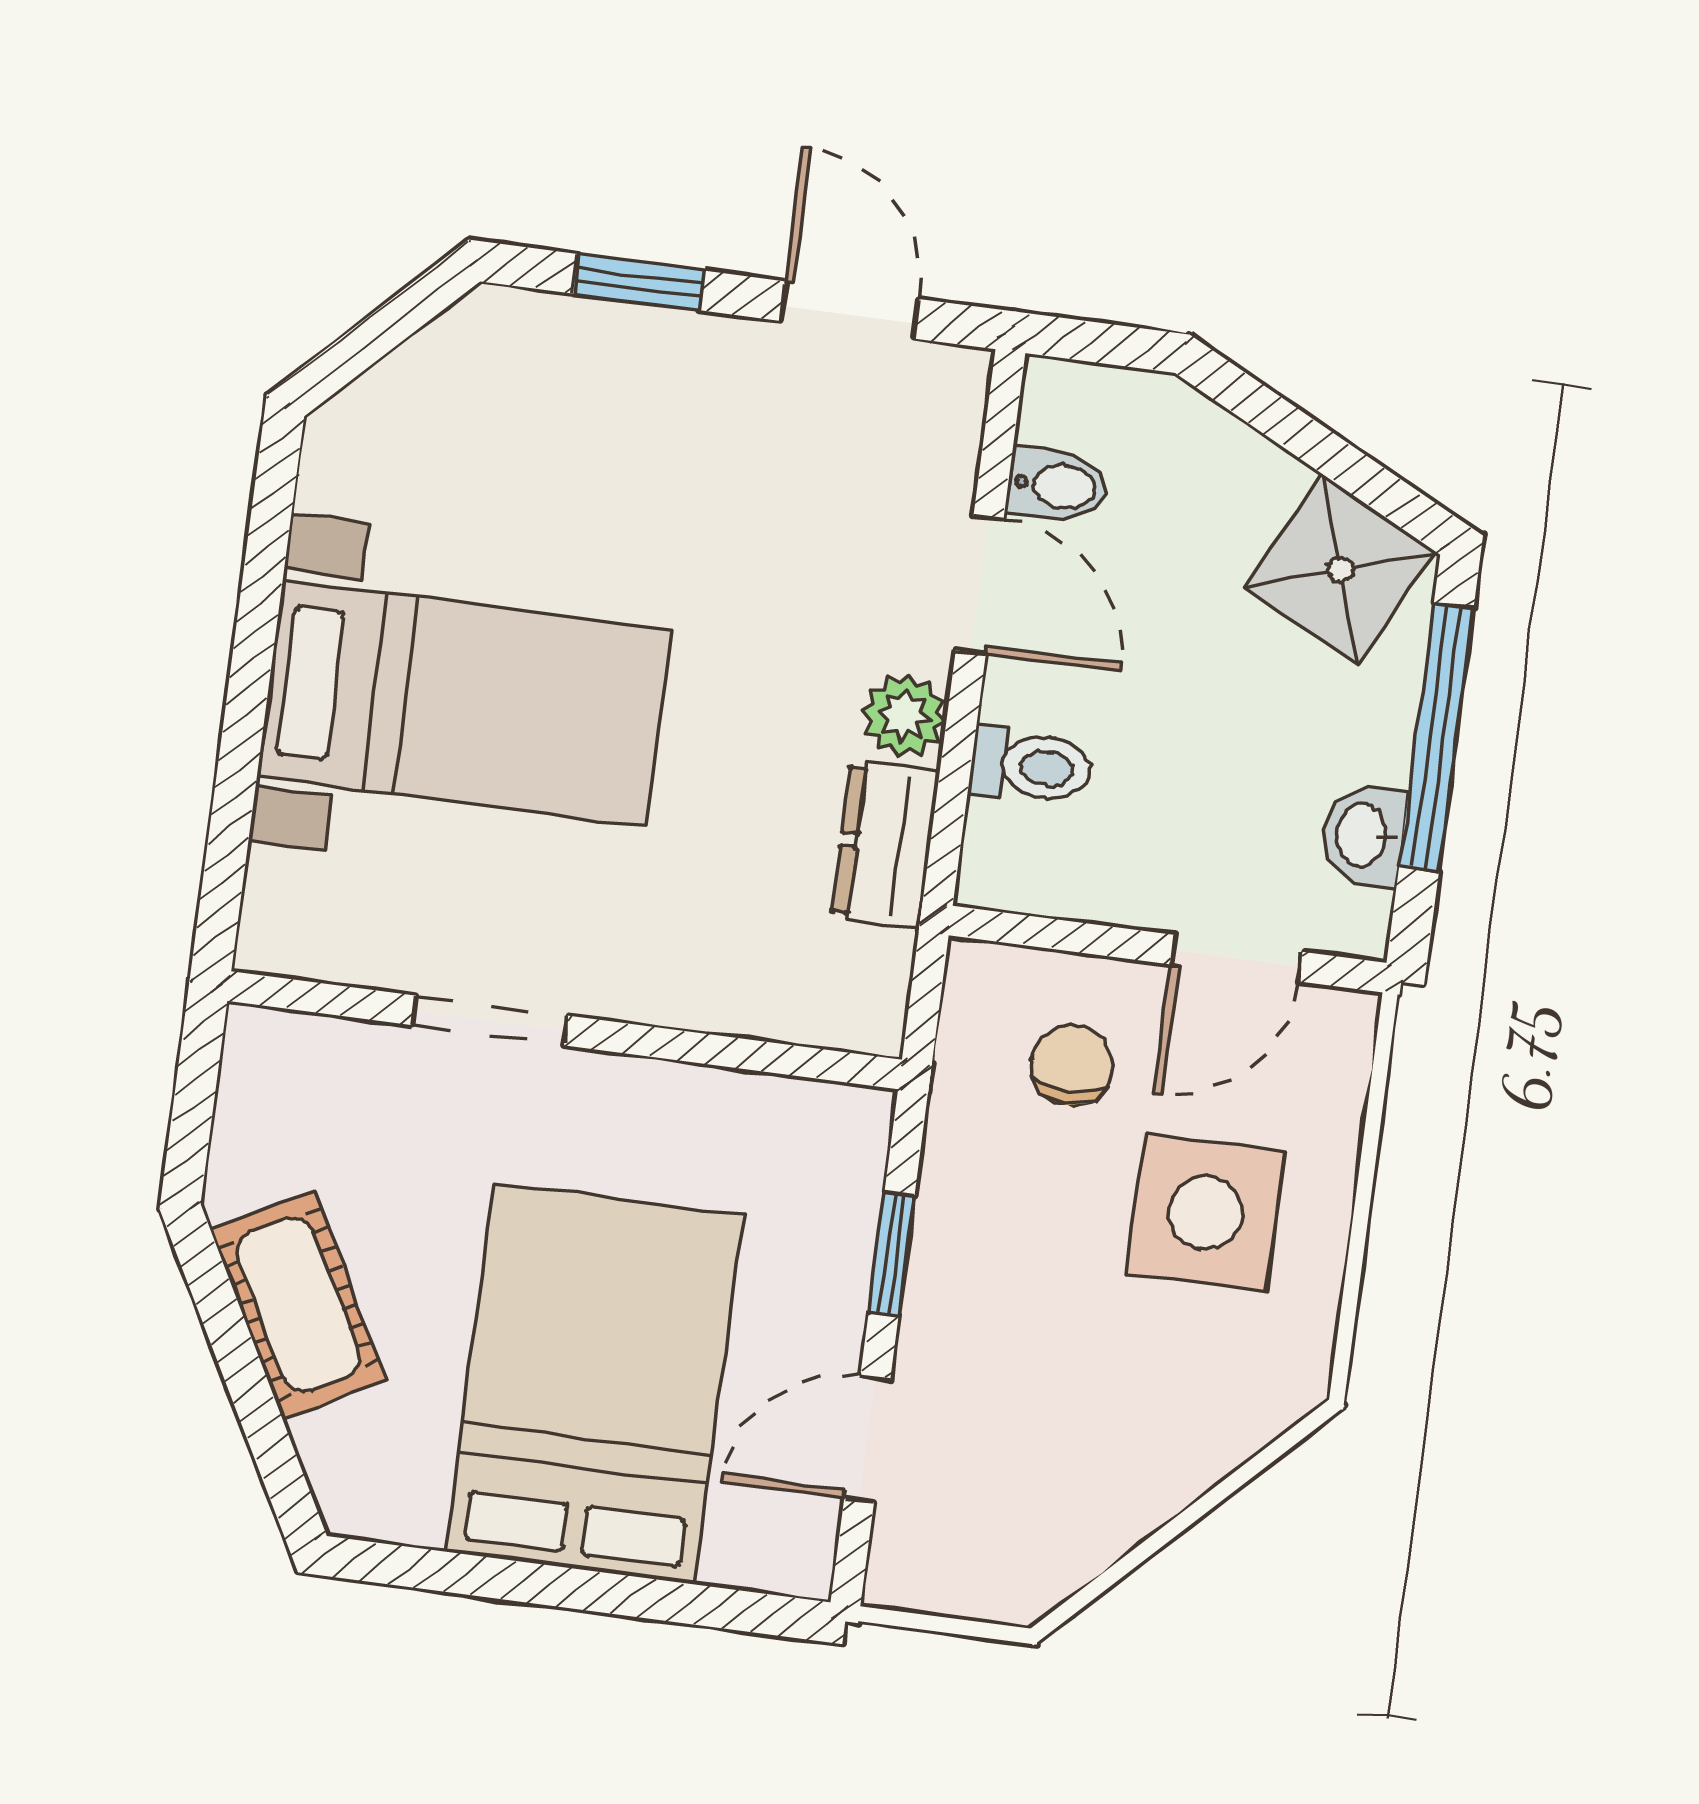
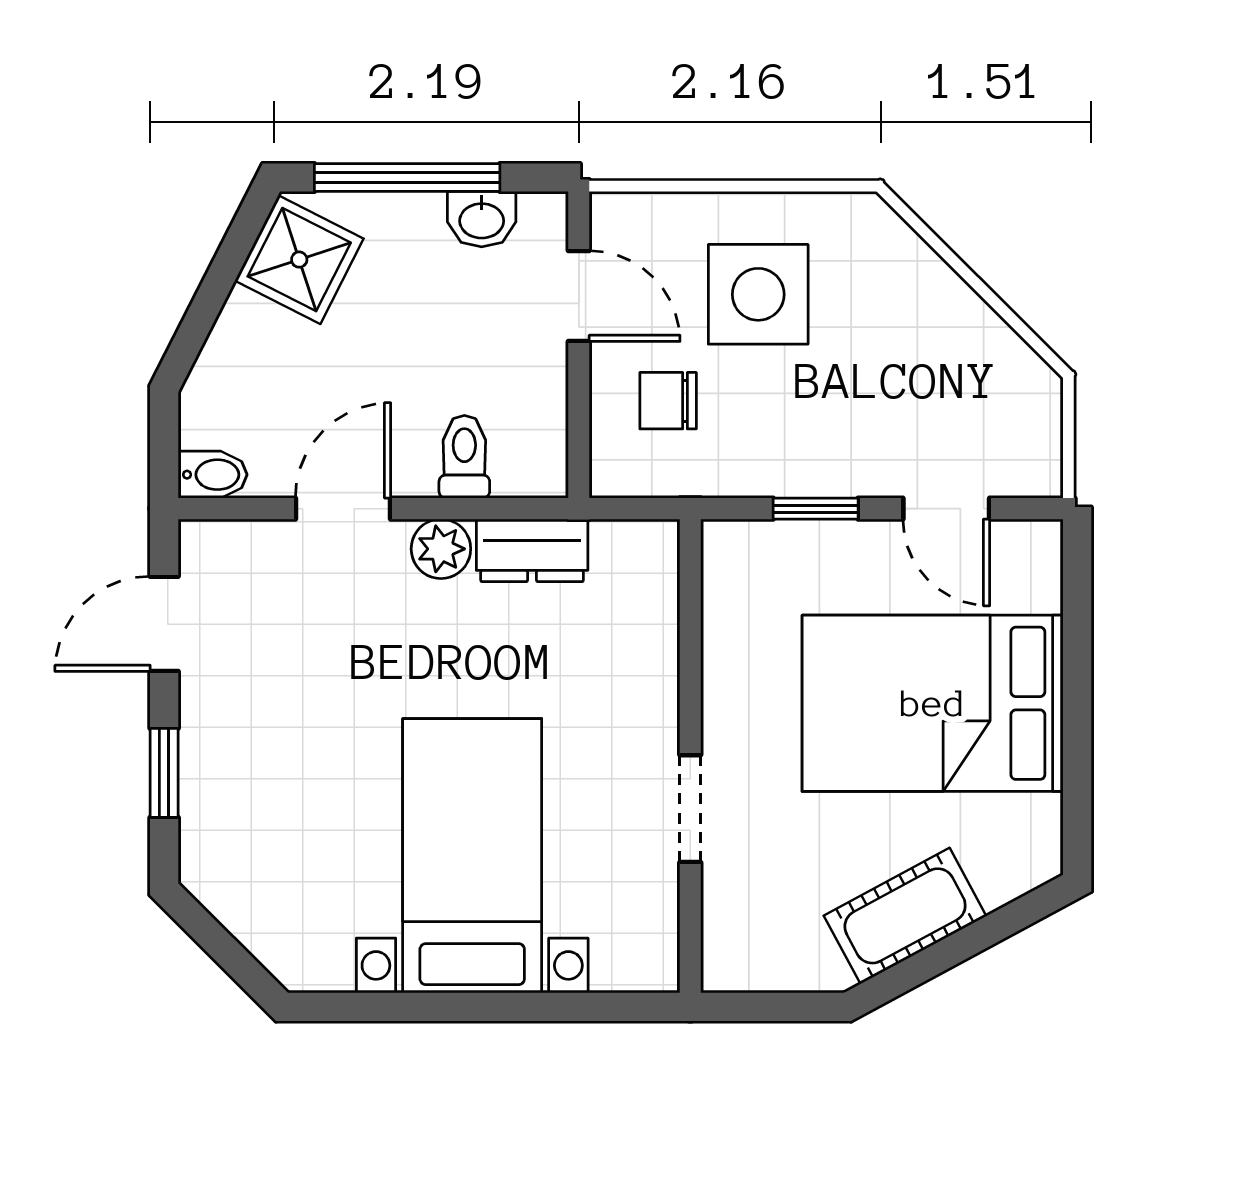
bidet: (1057, 486) -> (213, 475), moved, turned 90

